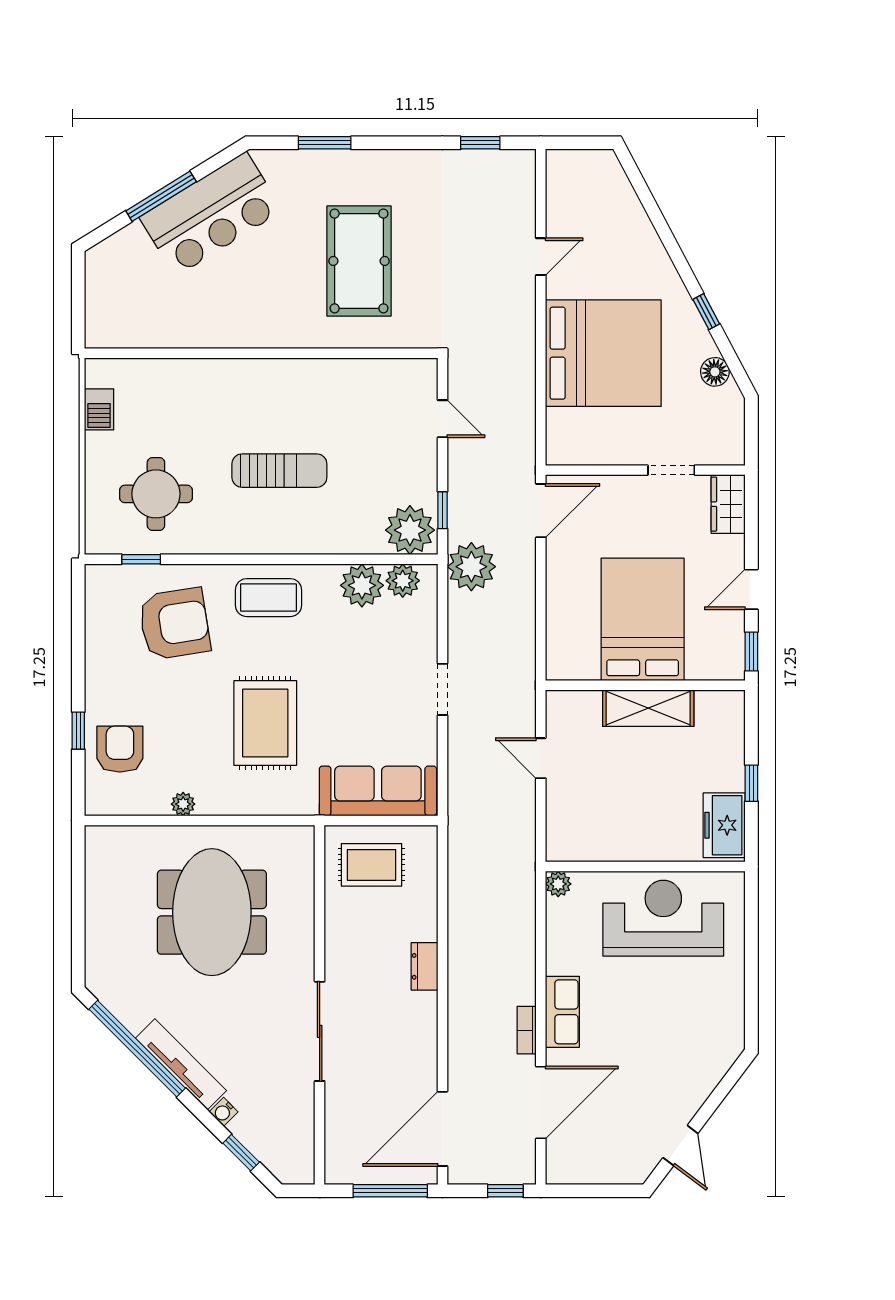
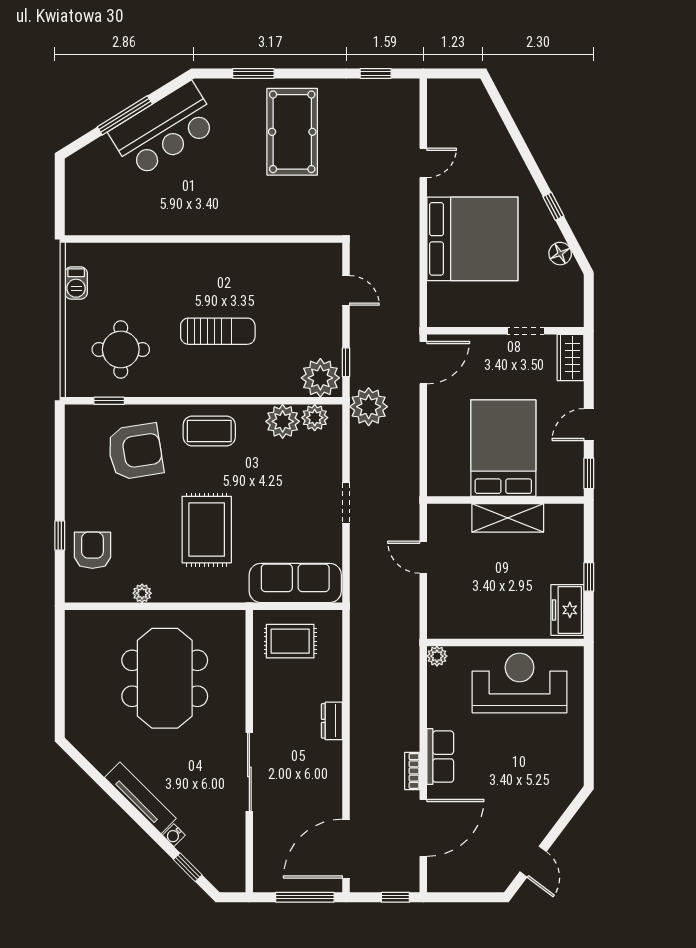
pool table: (359, 261) -> (292, 132), moved
window: (137, 1049) -> (106, 786), removed

